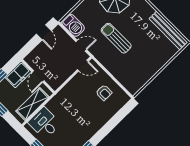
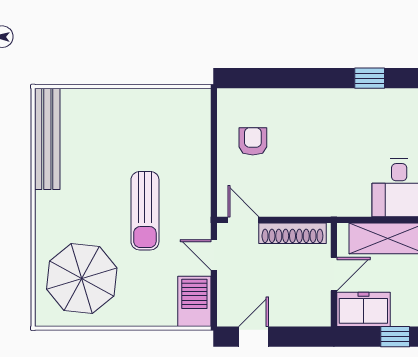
shoe rack: (64, 76) -> (292, 233), added

